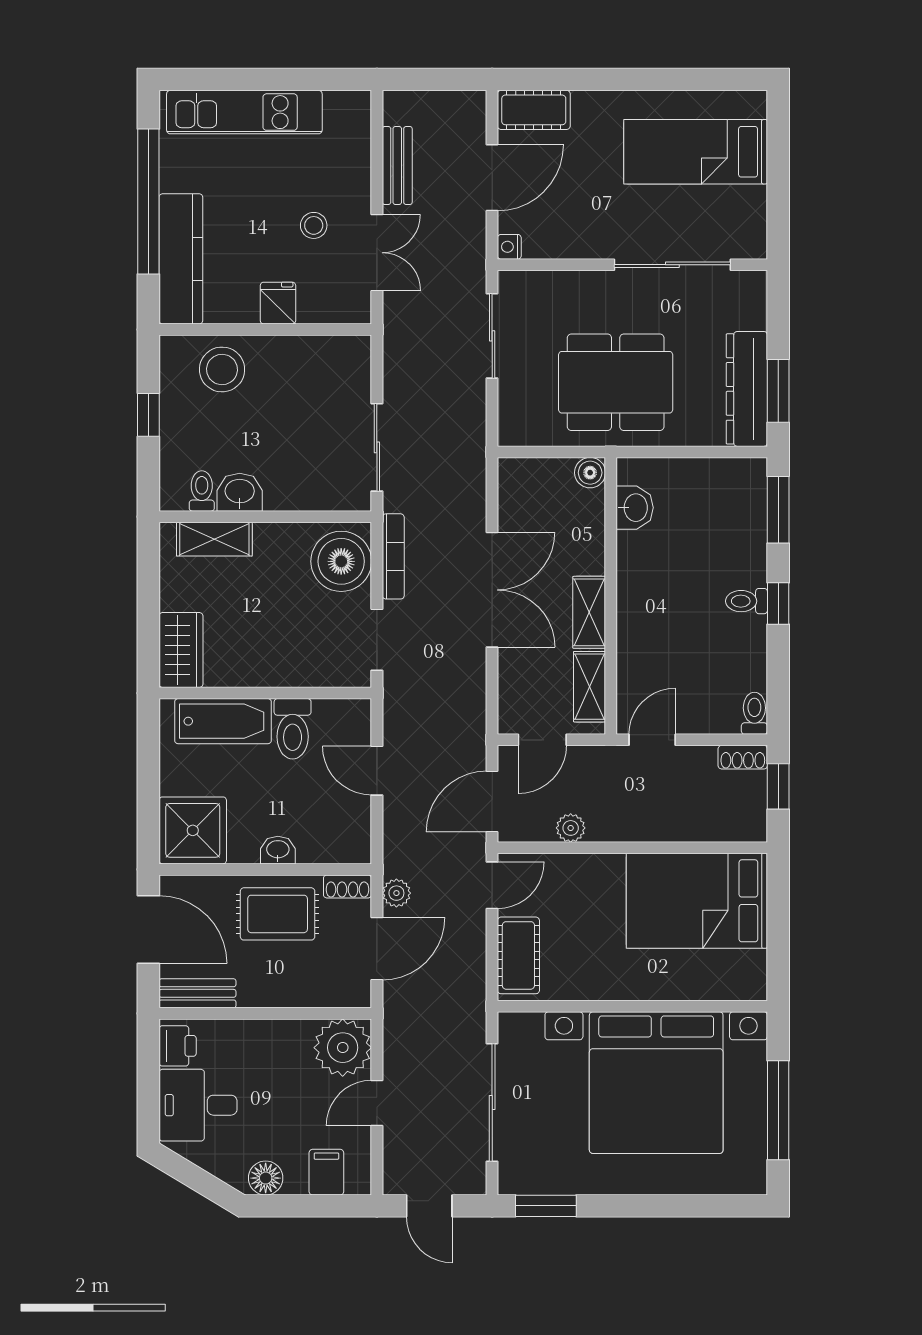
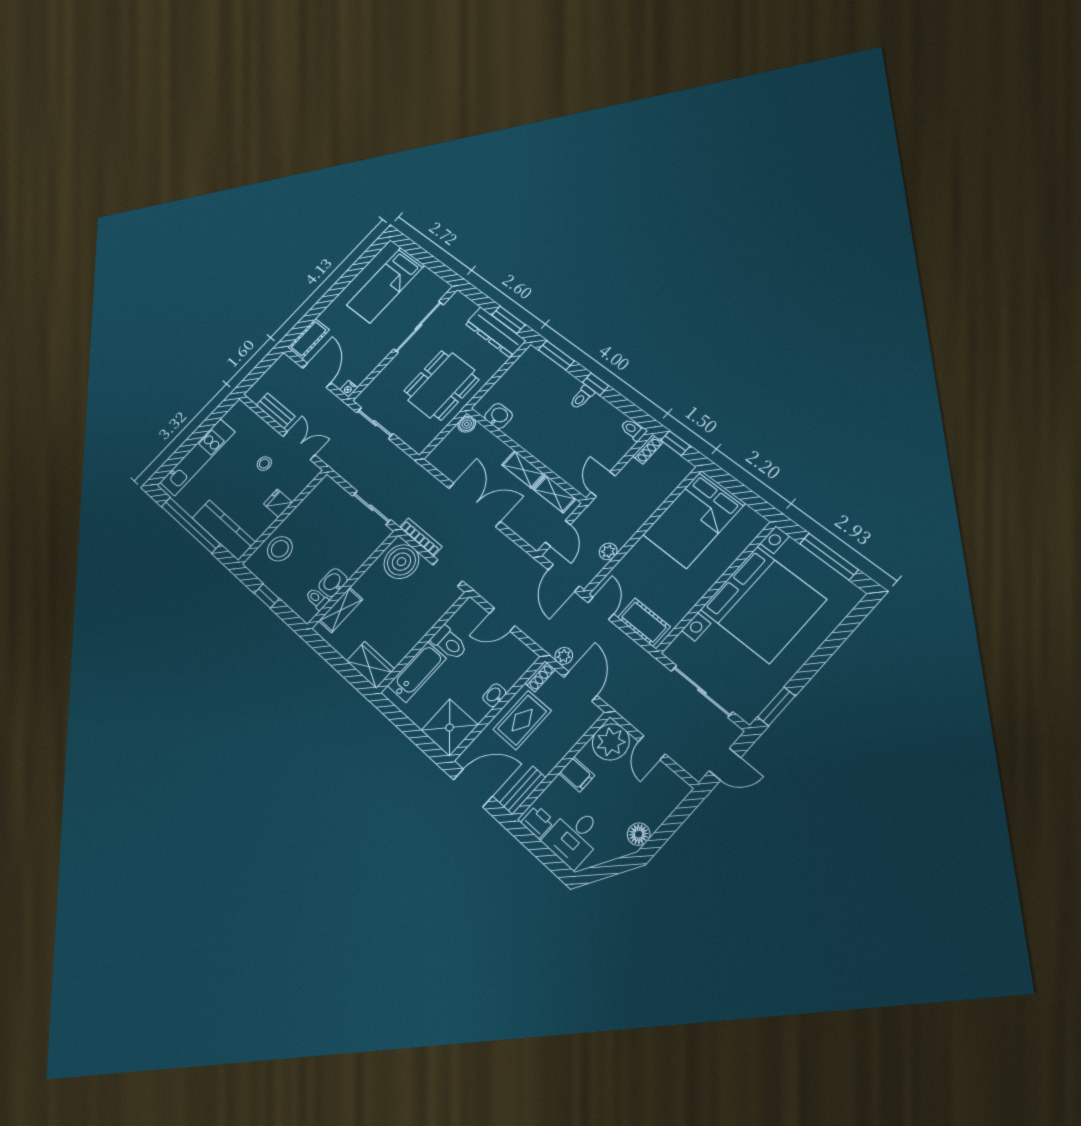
filing cabinet: (326, 1172) -> (577, 774), moved, turned 180

